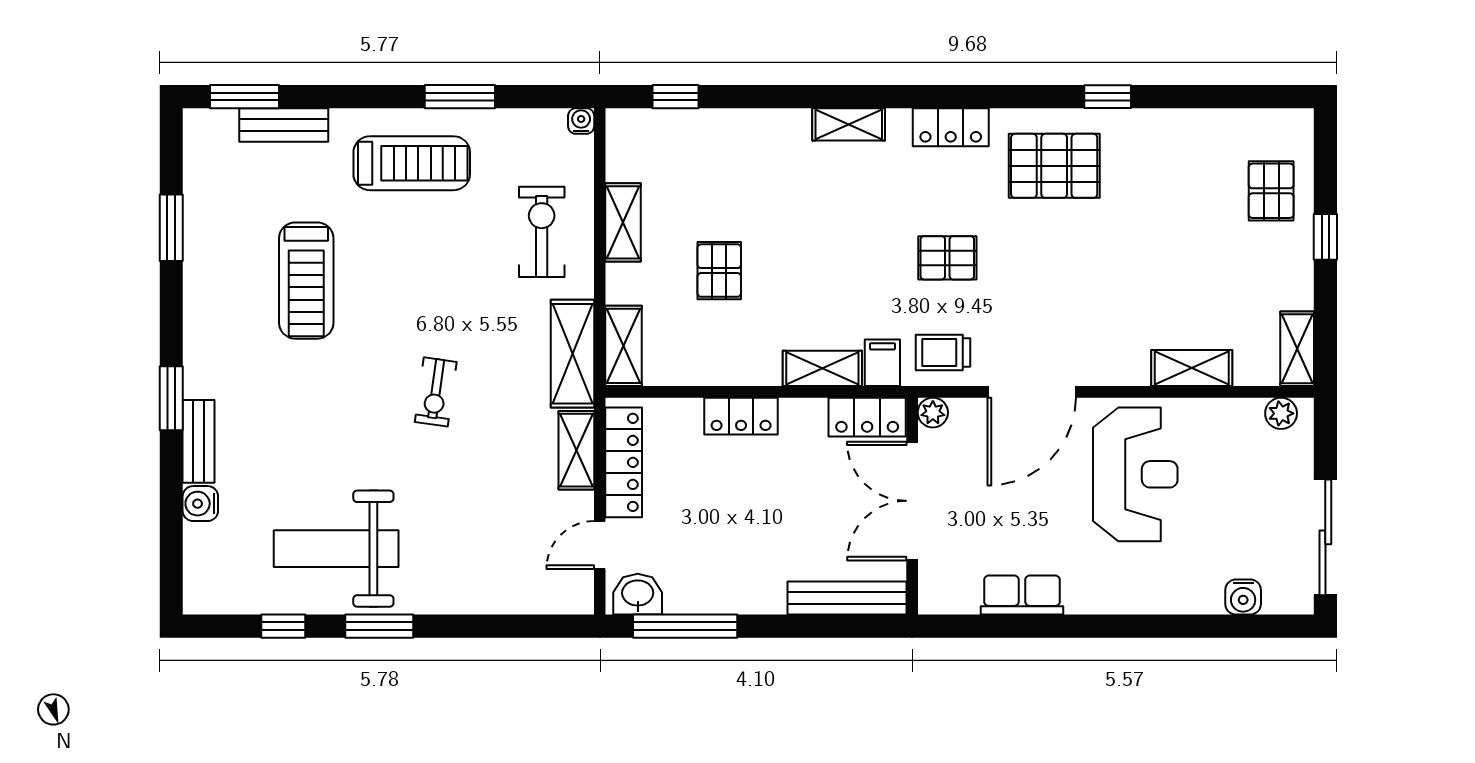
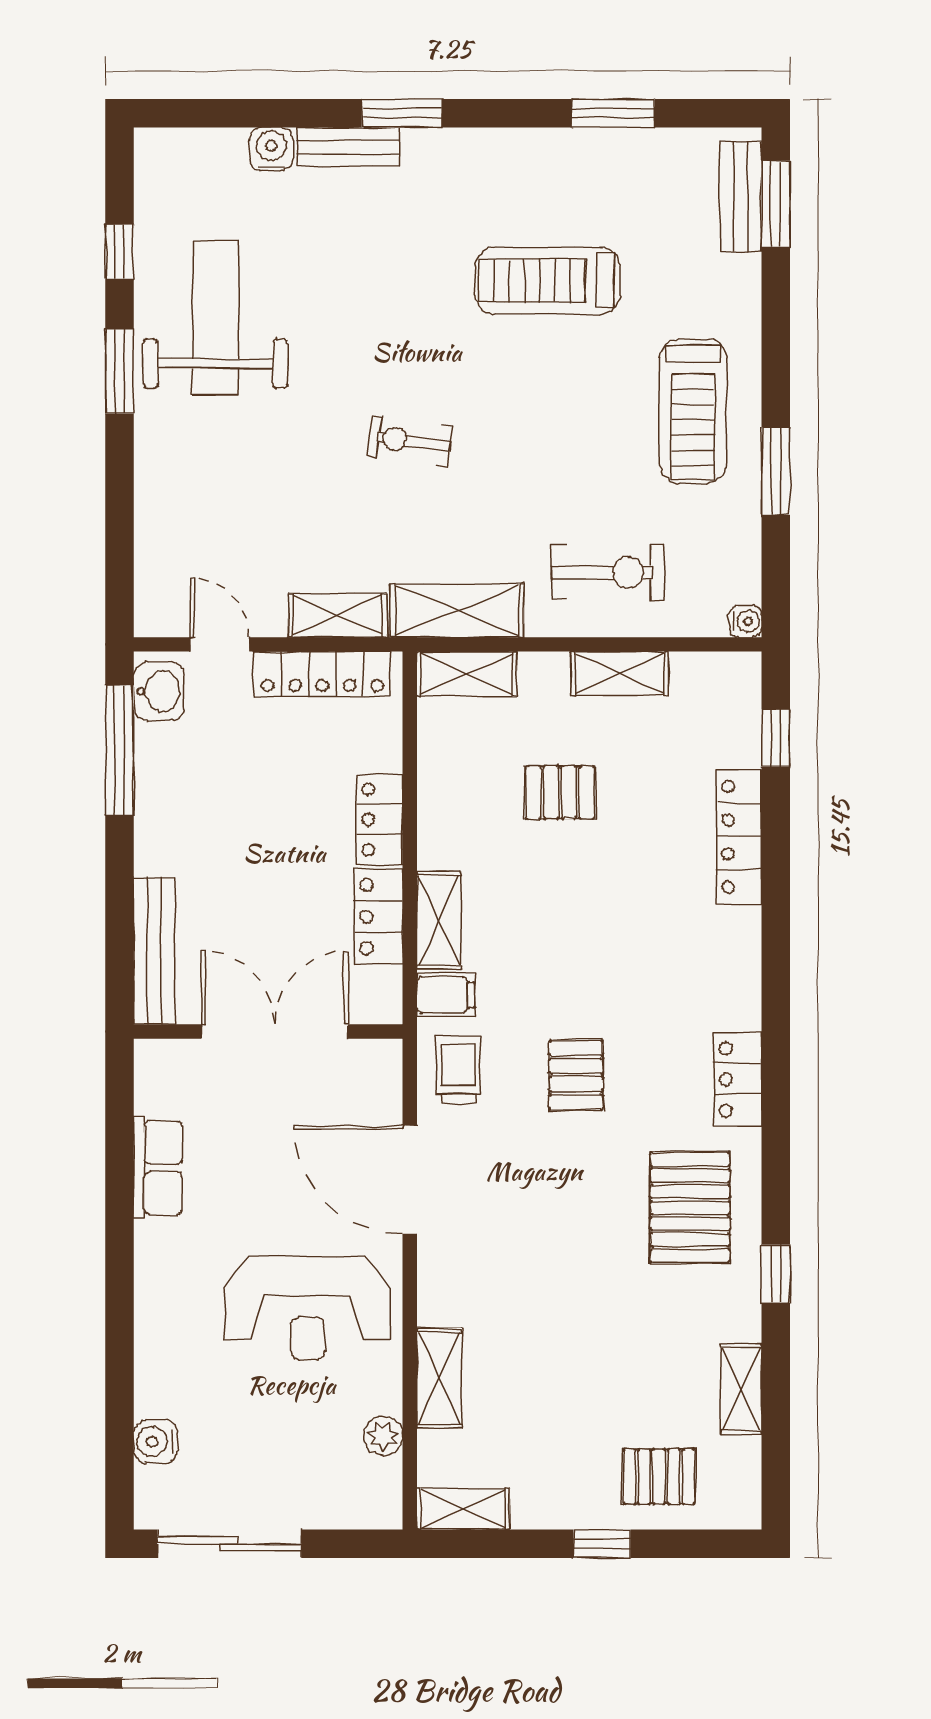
shelving: (849, 124) -> (741, 1389), moved
bench: (284, 125) -> (741, 197), moved
locker: (755, 126) -> (739, 837), added
plant: (933, 413) -> (384, 1057), removed
plant: (1281, 413) -> (383, 1436), moved
locker: (867, 417) -> (379, 917), moved

